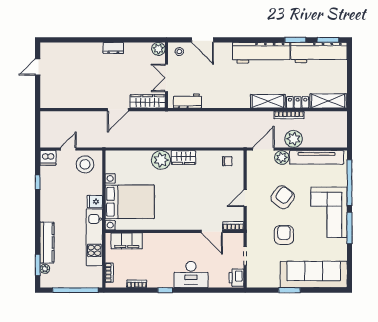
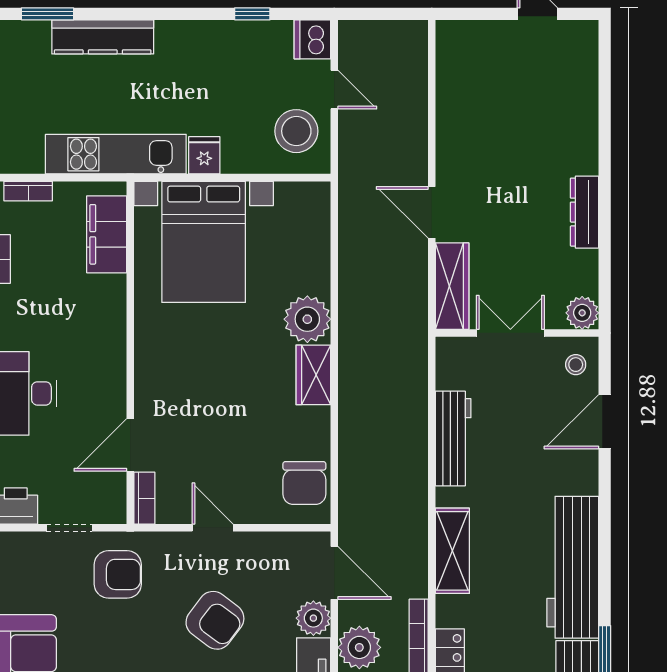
dresser: (113, 48) -> (584, 212), width x1.44
workbench: (188, 101) -> (453, 438), moved, width x1.38
shelving: (268, 101) -> (452, 551), moved
chair: (227, 161) -> (304, 483), width x1.87, depth x1.87
armchair: (284, 235) -> (118, 574), moved
plant: (45, 269) -> (38, 32), removed

